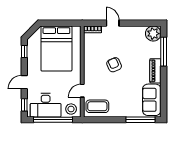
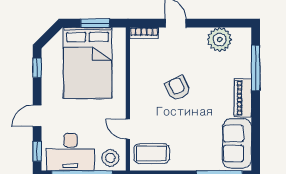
window: (61, 23) -> (95, 23), added
plant: (153, 34) -> (220, 39), moved
door: (82, 91) -> (128, 129), hinge flipped

